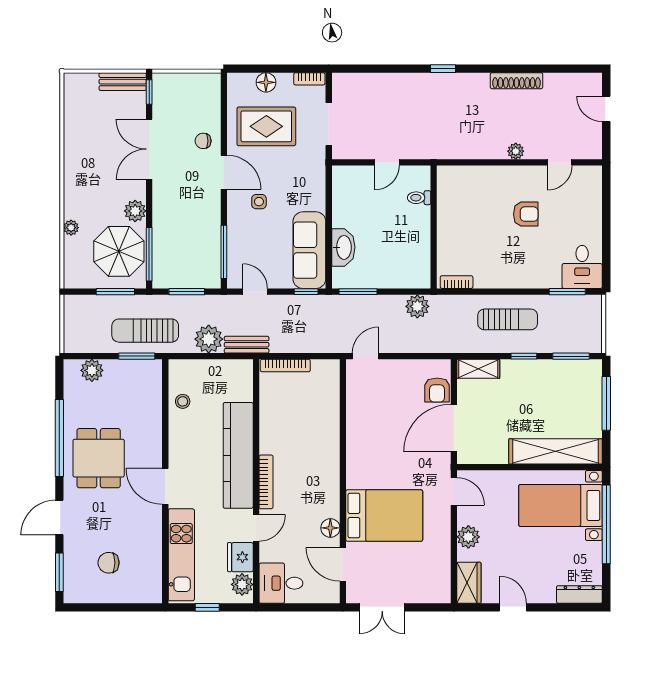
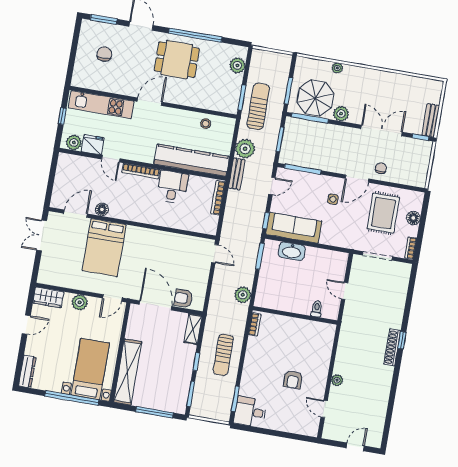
shoe rack: (517, 81) -> (392, 347), moved
kitchen counter: (238, 455) -> (192, 160), moved
desk: (281, 583) -> (172, 187), moved

